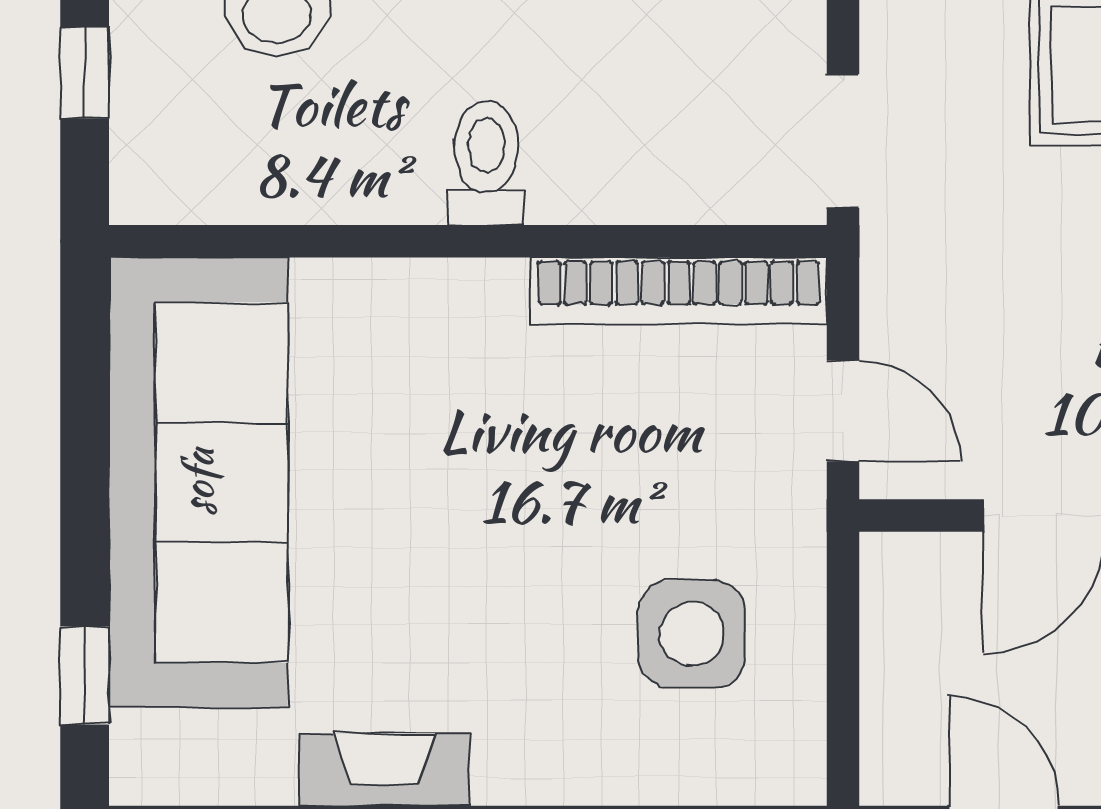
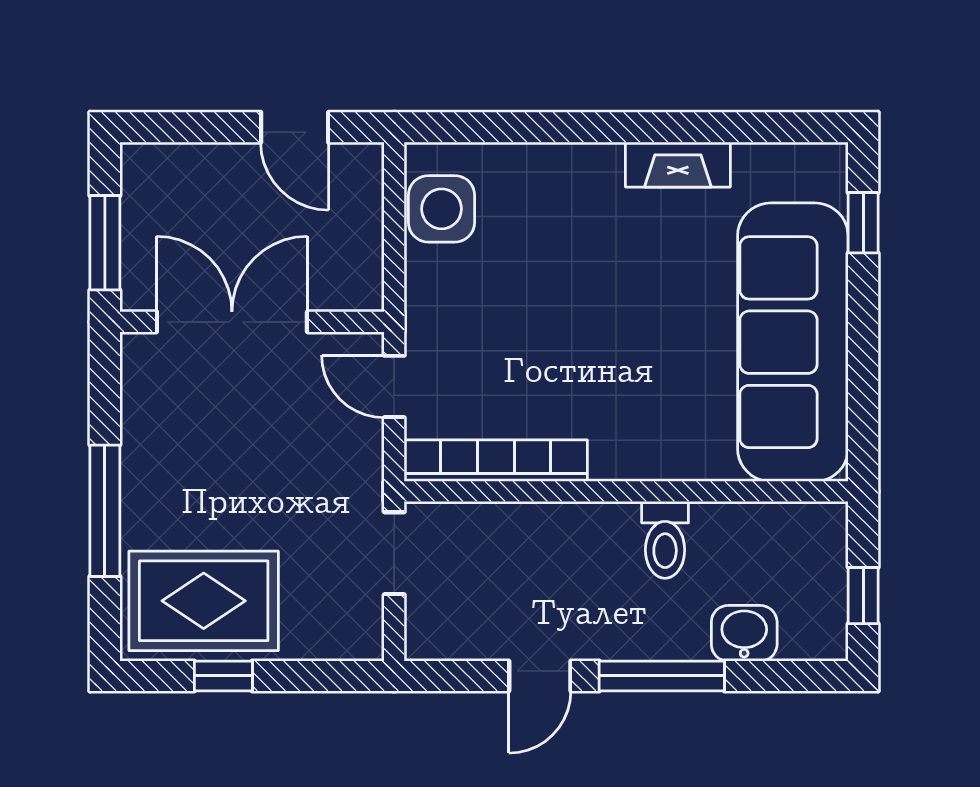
toilet: (486, 163) -> (665, 540), moved
side table: (692, 634) -> (442, 209), moved

